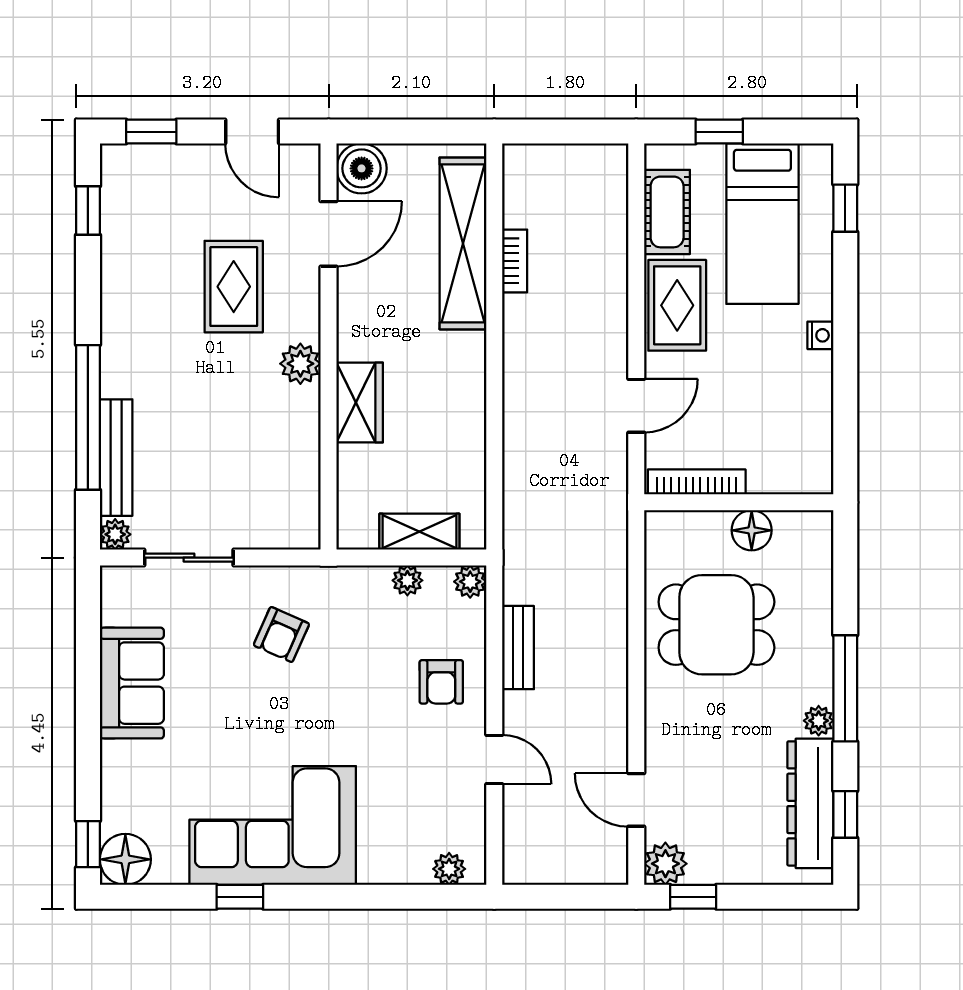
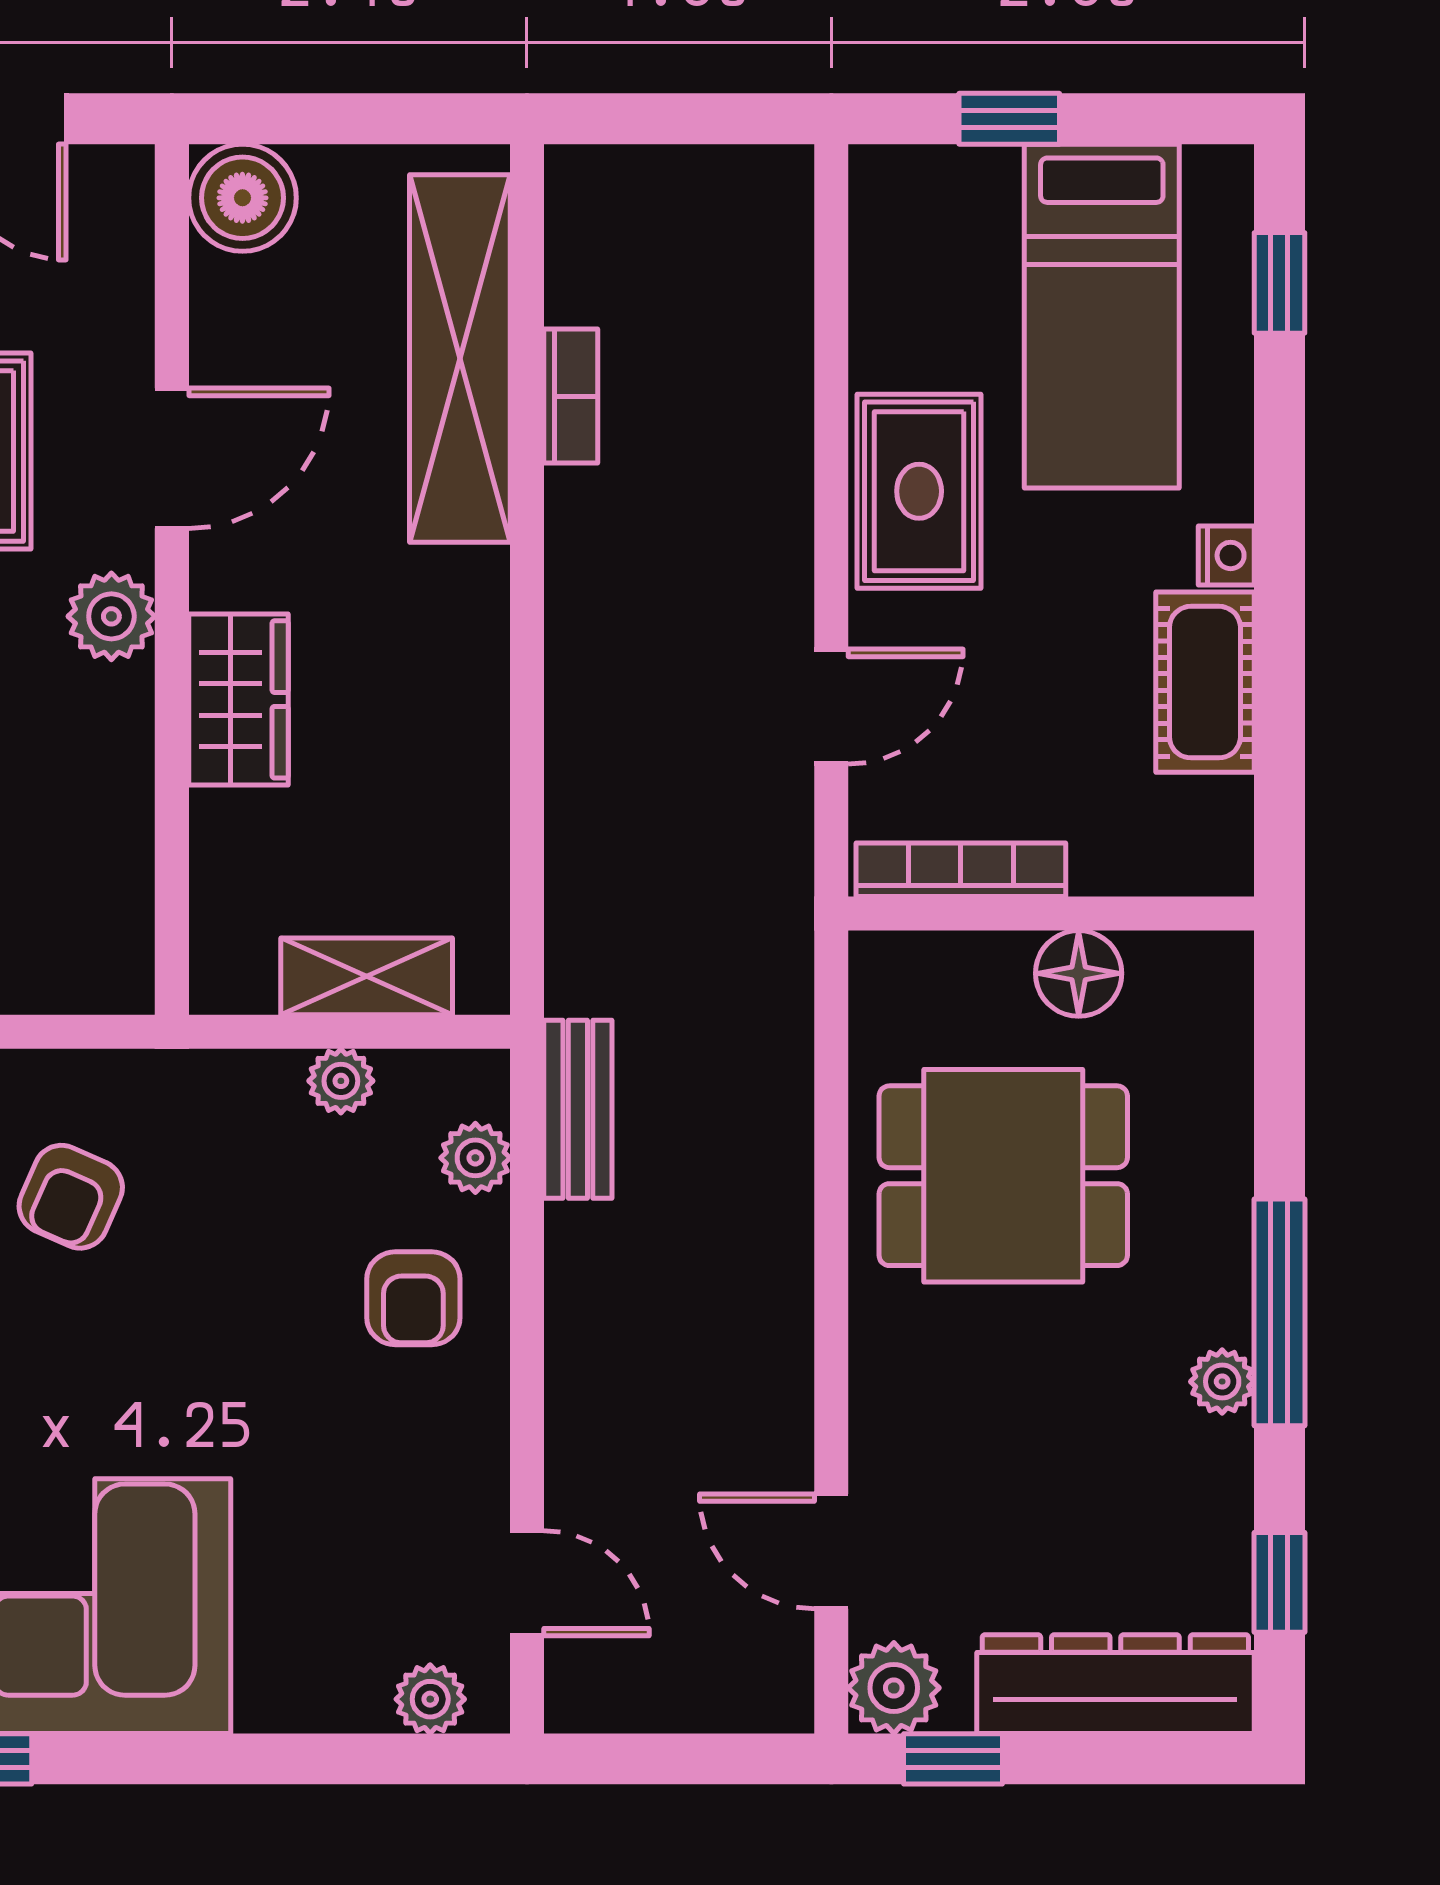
cot: (667, 212) -> (1205, 682), moved
door: (329, 234) -> (172, 458), moved
plant: (470, 582) -> (475, 1158), moved
bench: (518, 648) -> (578, 1109), moved
door: (494, 760) -> (527, 1583), moved
dresser: (810, 803) -> (1115, 1684), moved, turned 90

